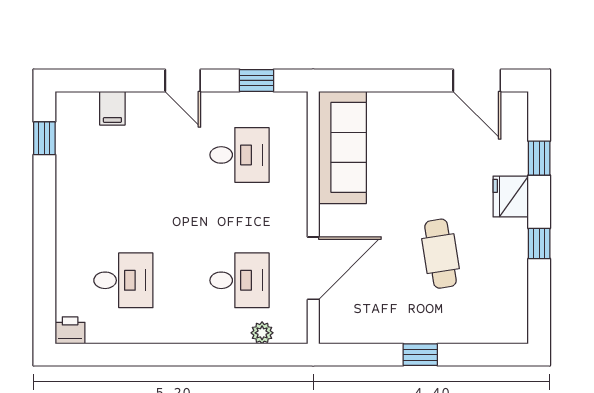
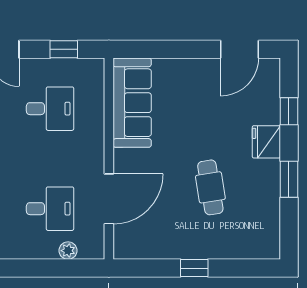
door: (477, 80) -> (239, 49), hinge flipped
window: (539, 244) -> (289, 179), width x1.50

